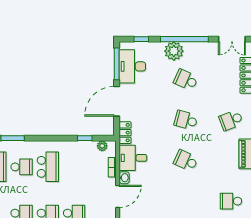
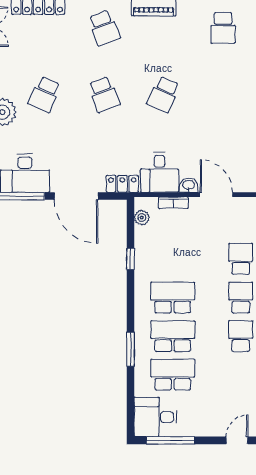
school desk: (186, 120) -> (104, 94), turned -36
window: (85, 138) -> (131, 259), moved
school desk: (22, 167) -> (173, 336), width x1.85

